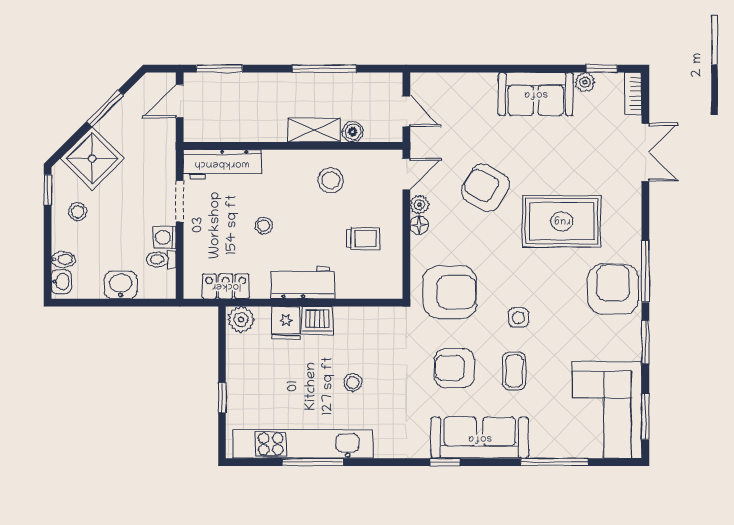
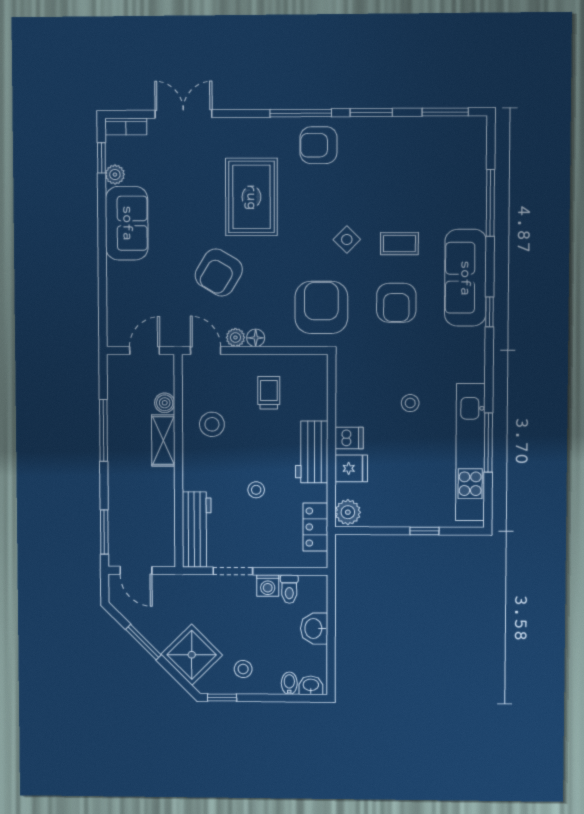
armchair: (613, 289) -> (318, 145), width x0.73, depth x0.73
side table: (518, 318) -> (347, 240), turned 45
dishwasher: (317, 321) -> (349, 438), width x0.73
corner sofa: (607, 410) -> (439, 150), removed

